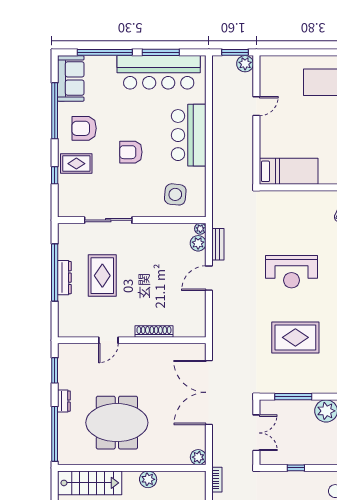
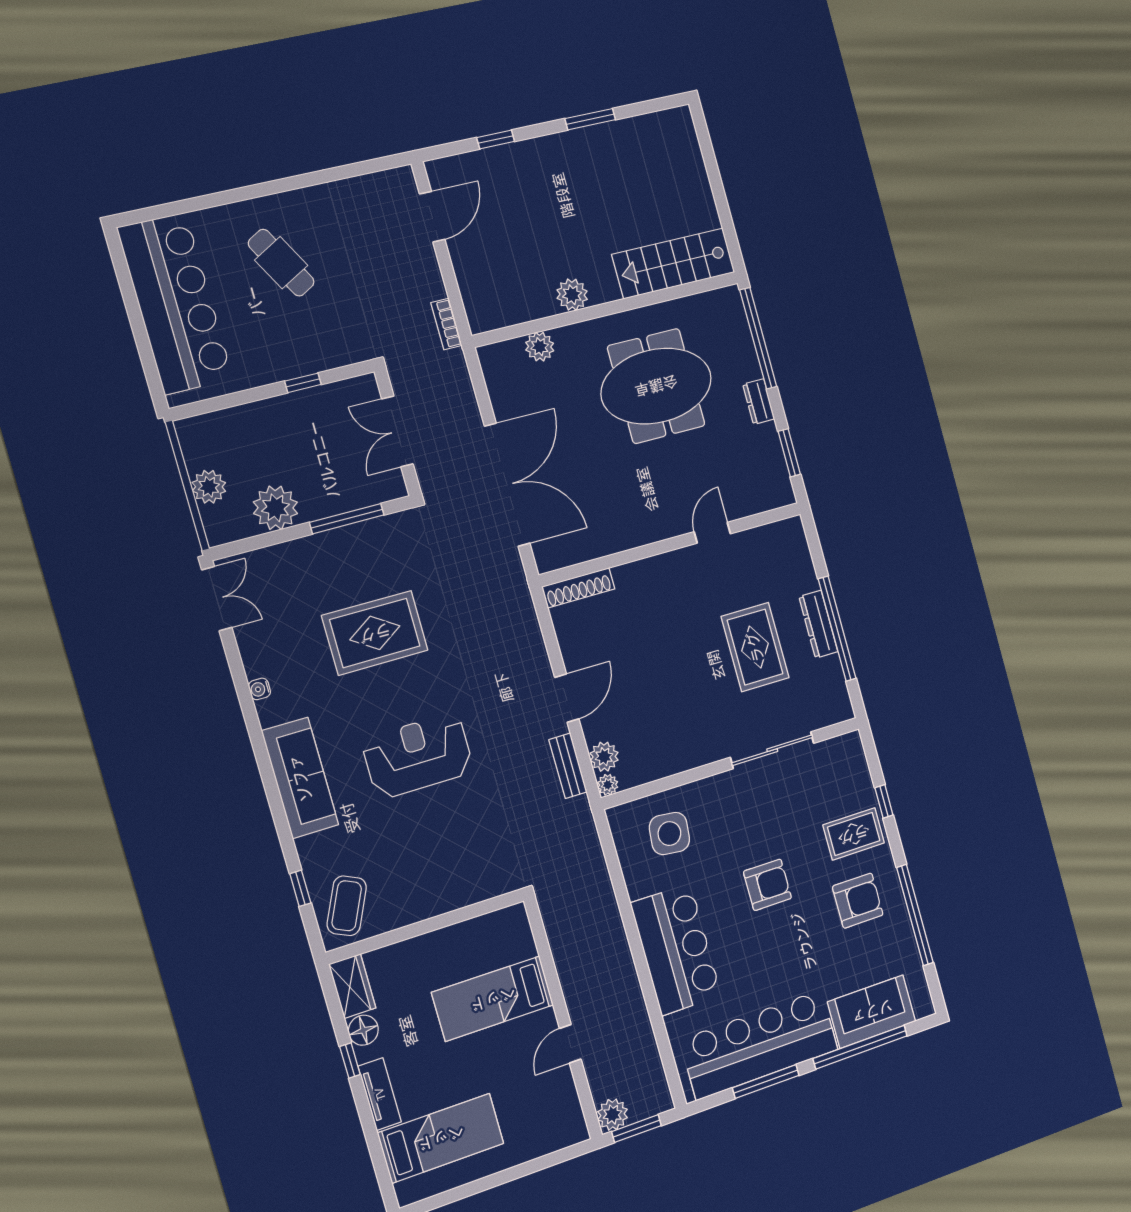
sofa: (71, 79) -> (872, 1012), moved, turned 90
bed: (289, 171) -> (493, 999), moved
shoe rack: (154, 332) -> (578, 588), moved
plant: (198, 457) -> (540, 347), moved

